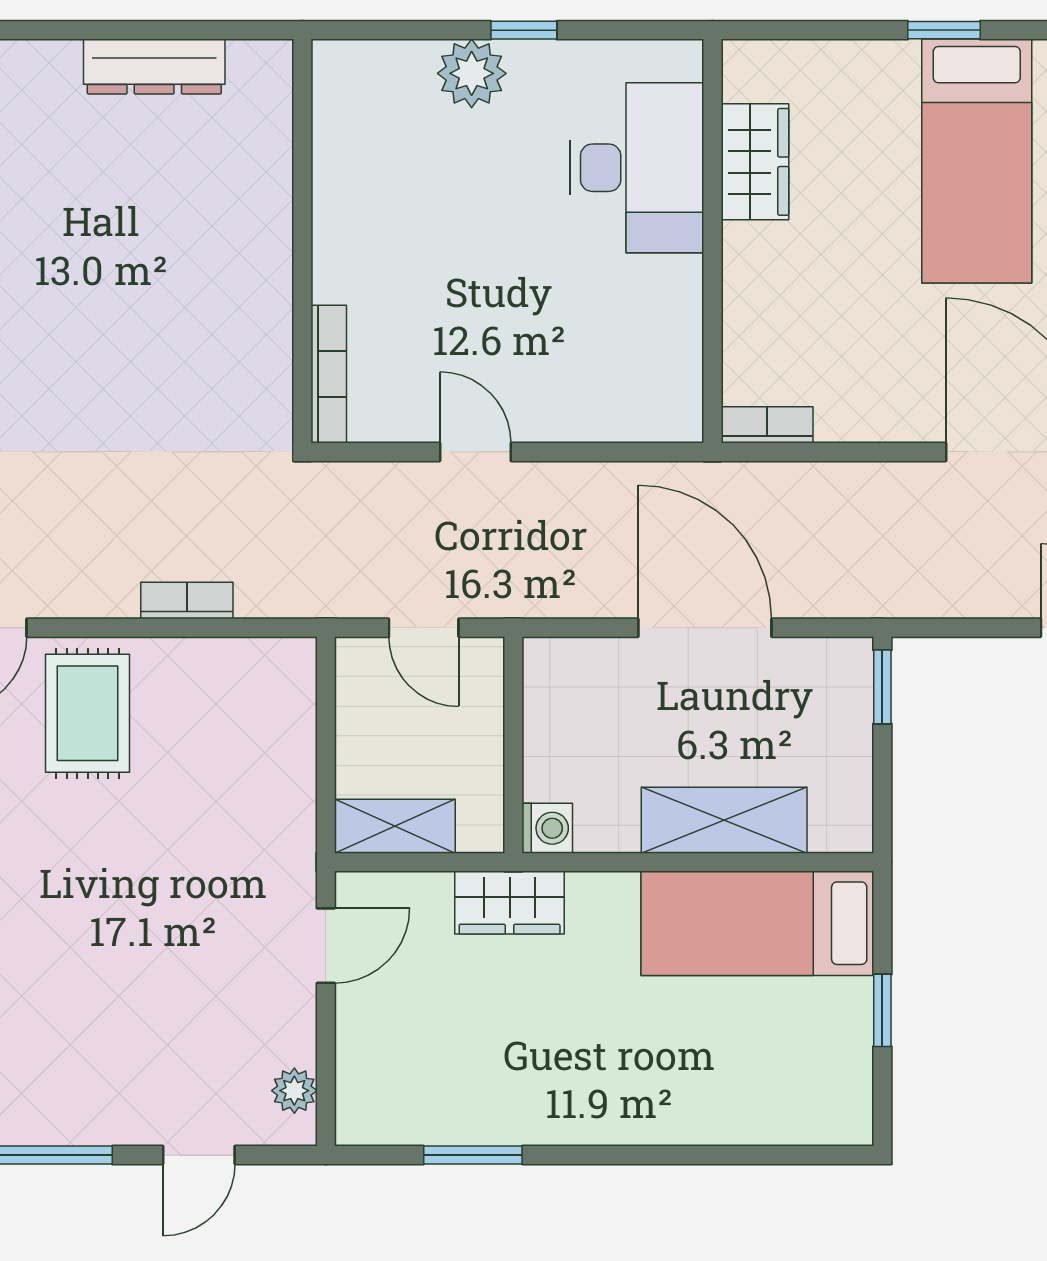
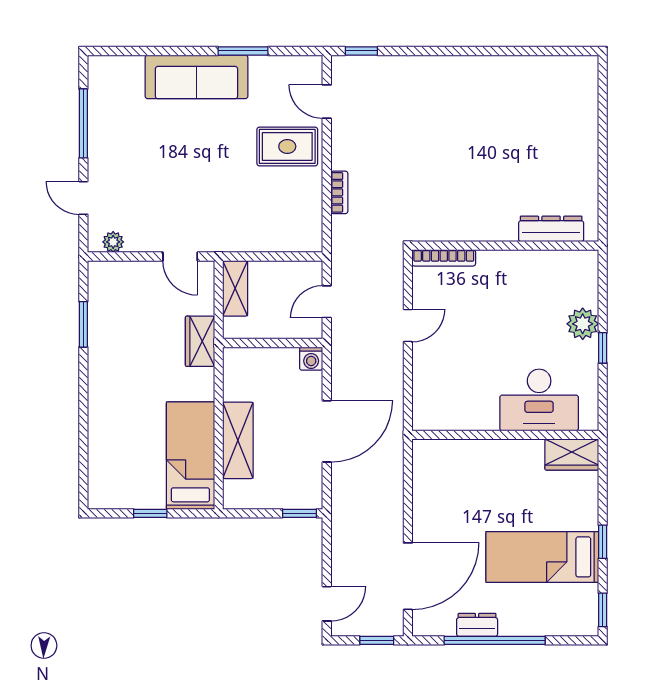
dresser: (154, 67) -> (551, 229), moved, turned 90
wardrobe: (755, 162) -> (572, 455), moved
bookcase: (767, 425) -> (420, 460), removed
washing machine: (547, 828) -> (311, 359), moved

